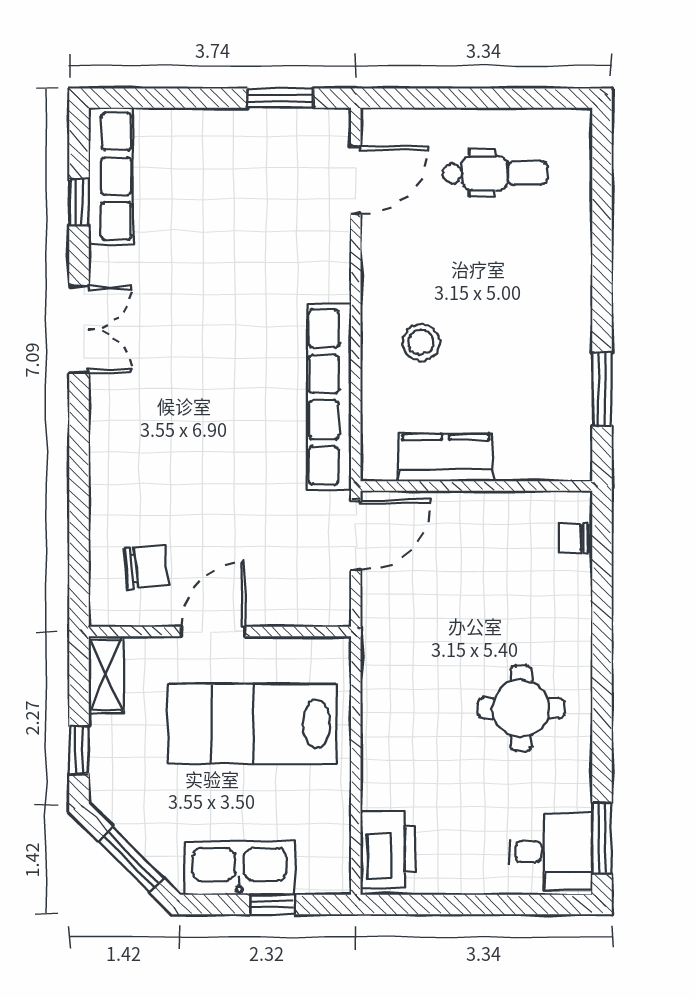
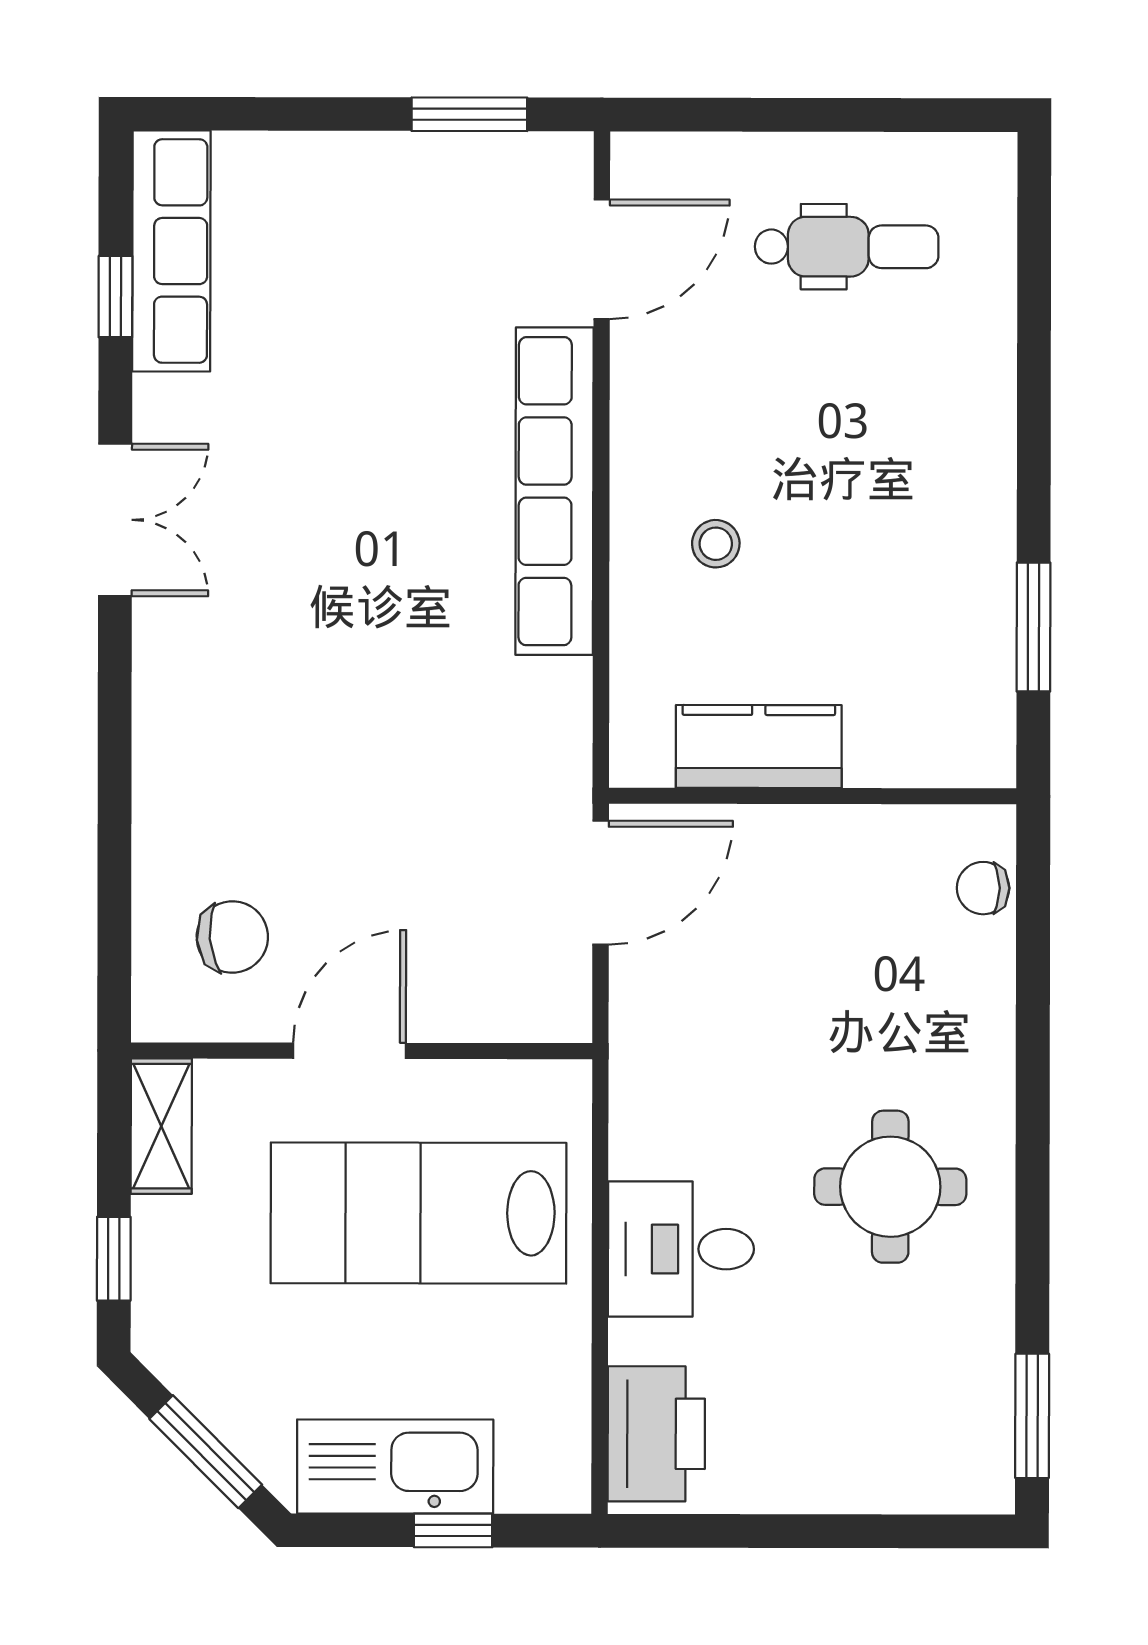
stool: (421, 342) -> (716, 544), width x0.73, depth x0.73
row of seats: (329, 397) -> (554, 491), moved
desk: (551, 852) -> (681, 1249), moved, turned 180

